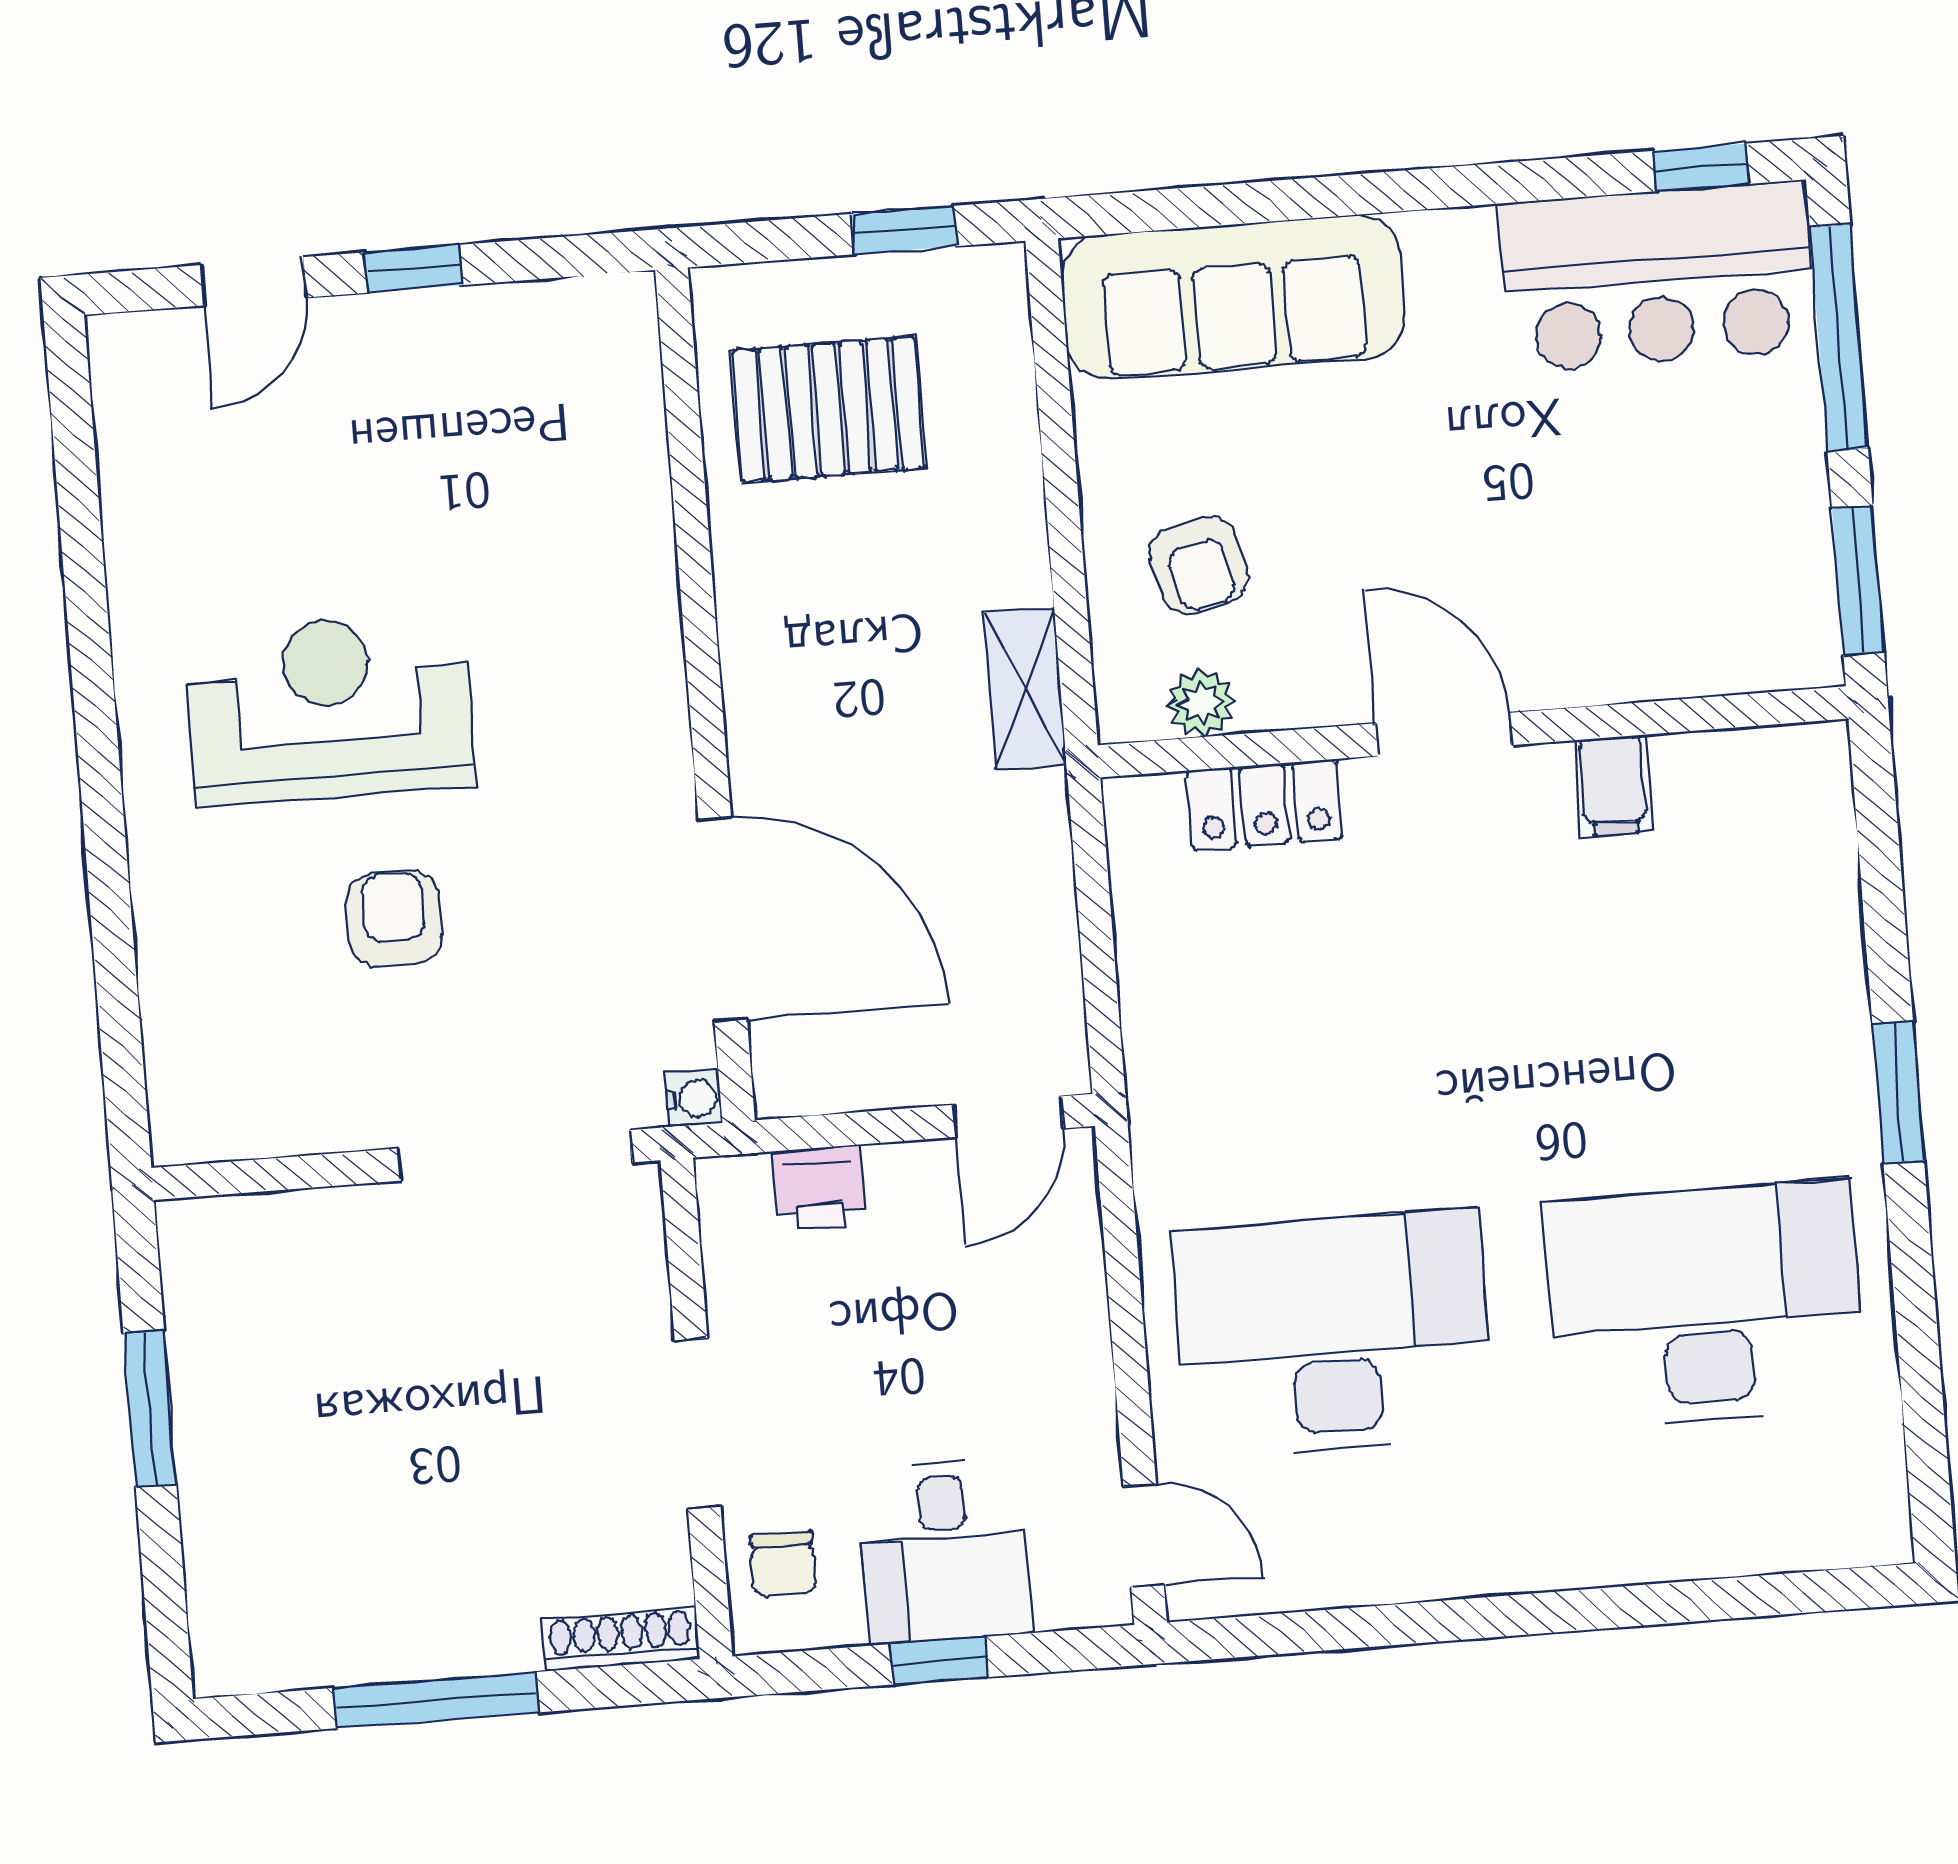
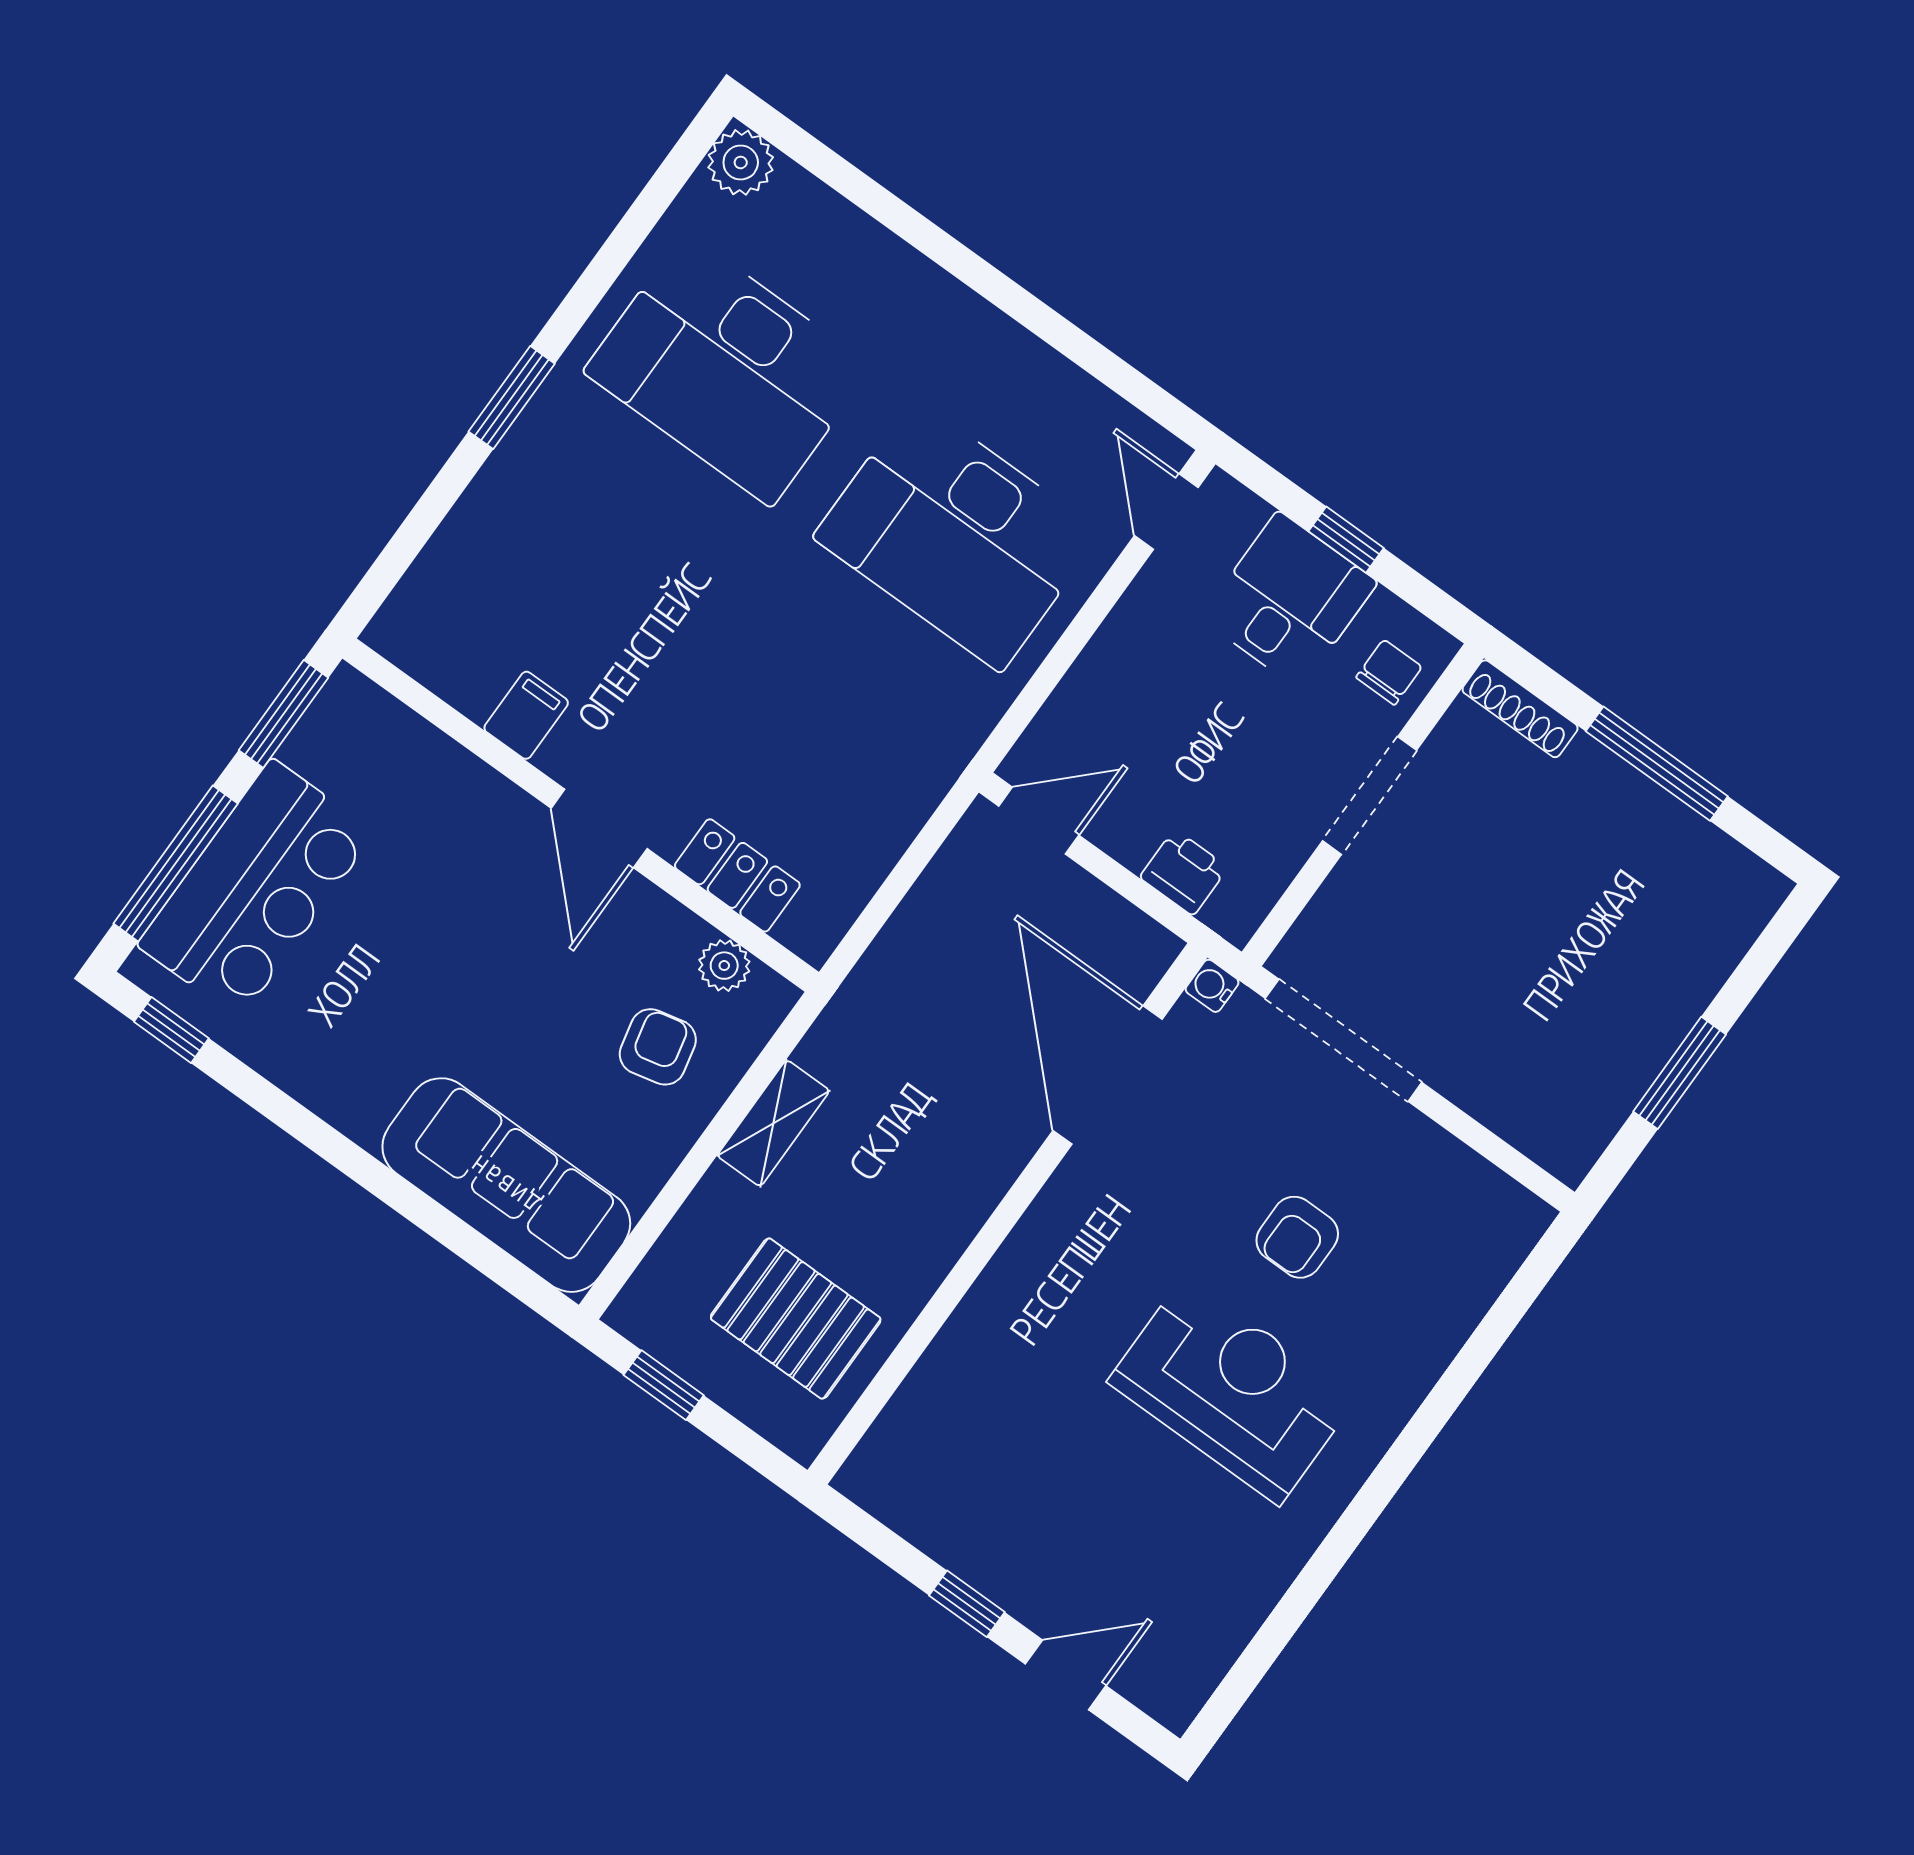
bar counter: (1658, 277) -> (256, 889), moved, turned 90
shelving: (1025, 689) -> (773, 1123), moved
reception desk: (329, 709) -> (1232, 1390), turned 180
plant: (1868, 1524) -> (741, 162), added

